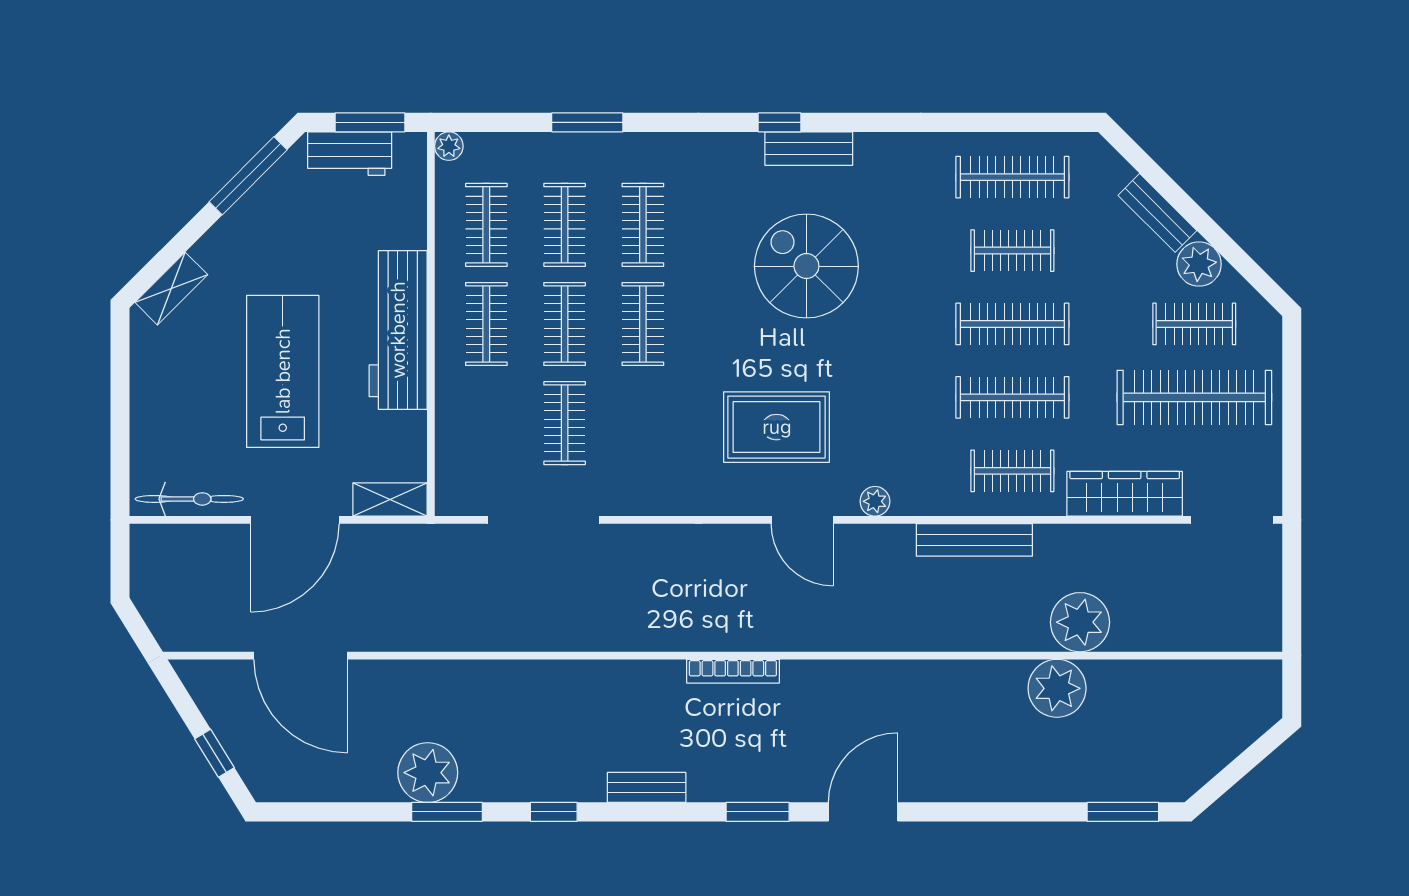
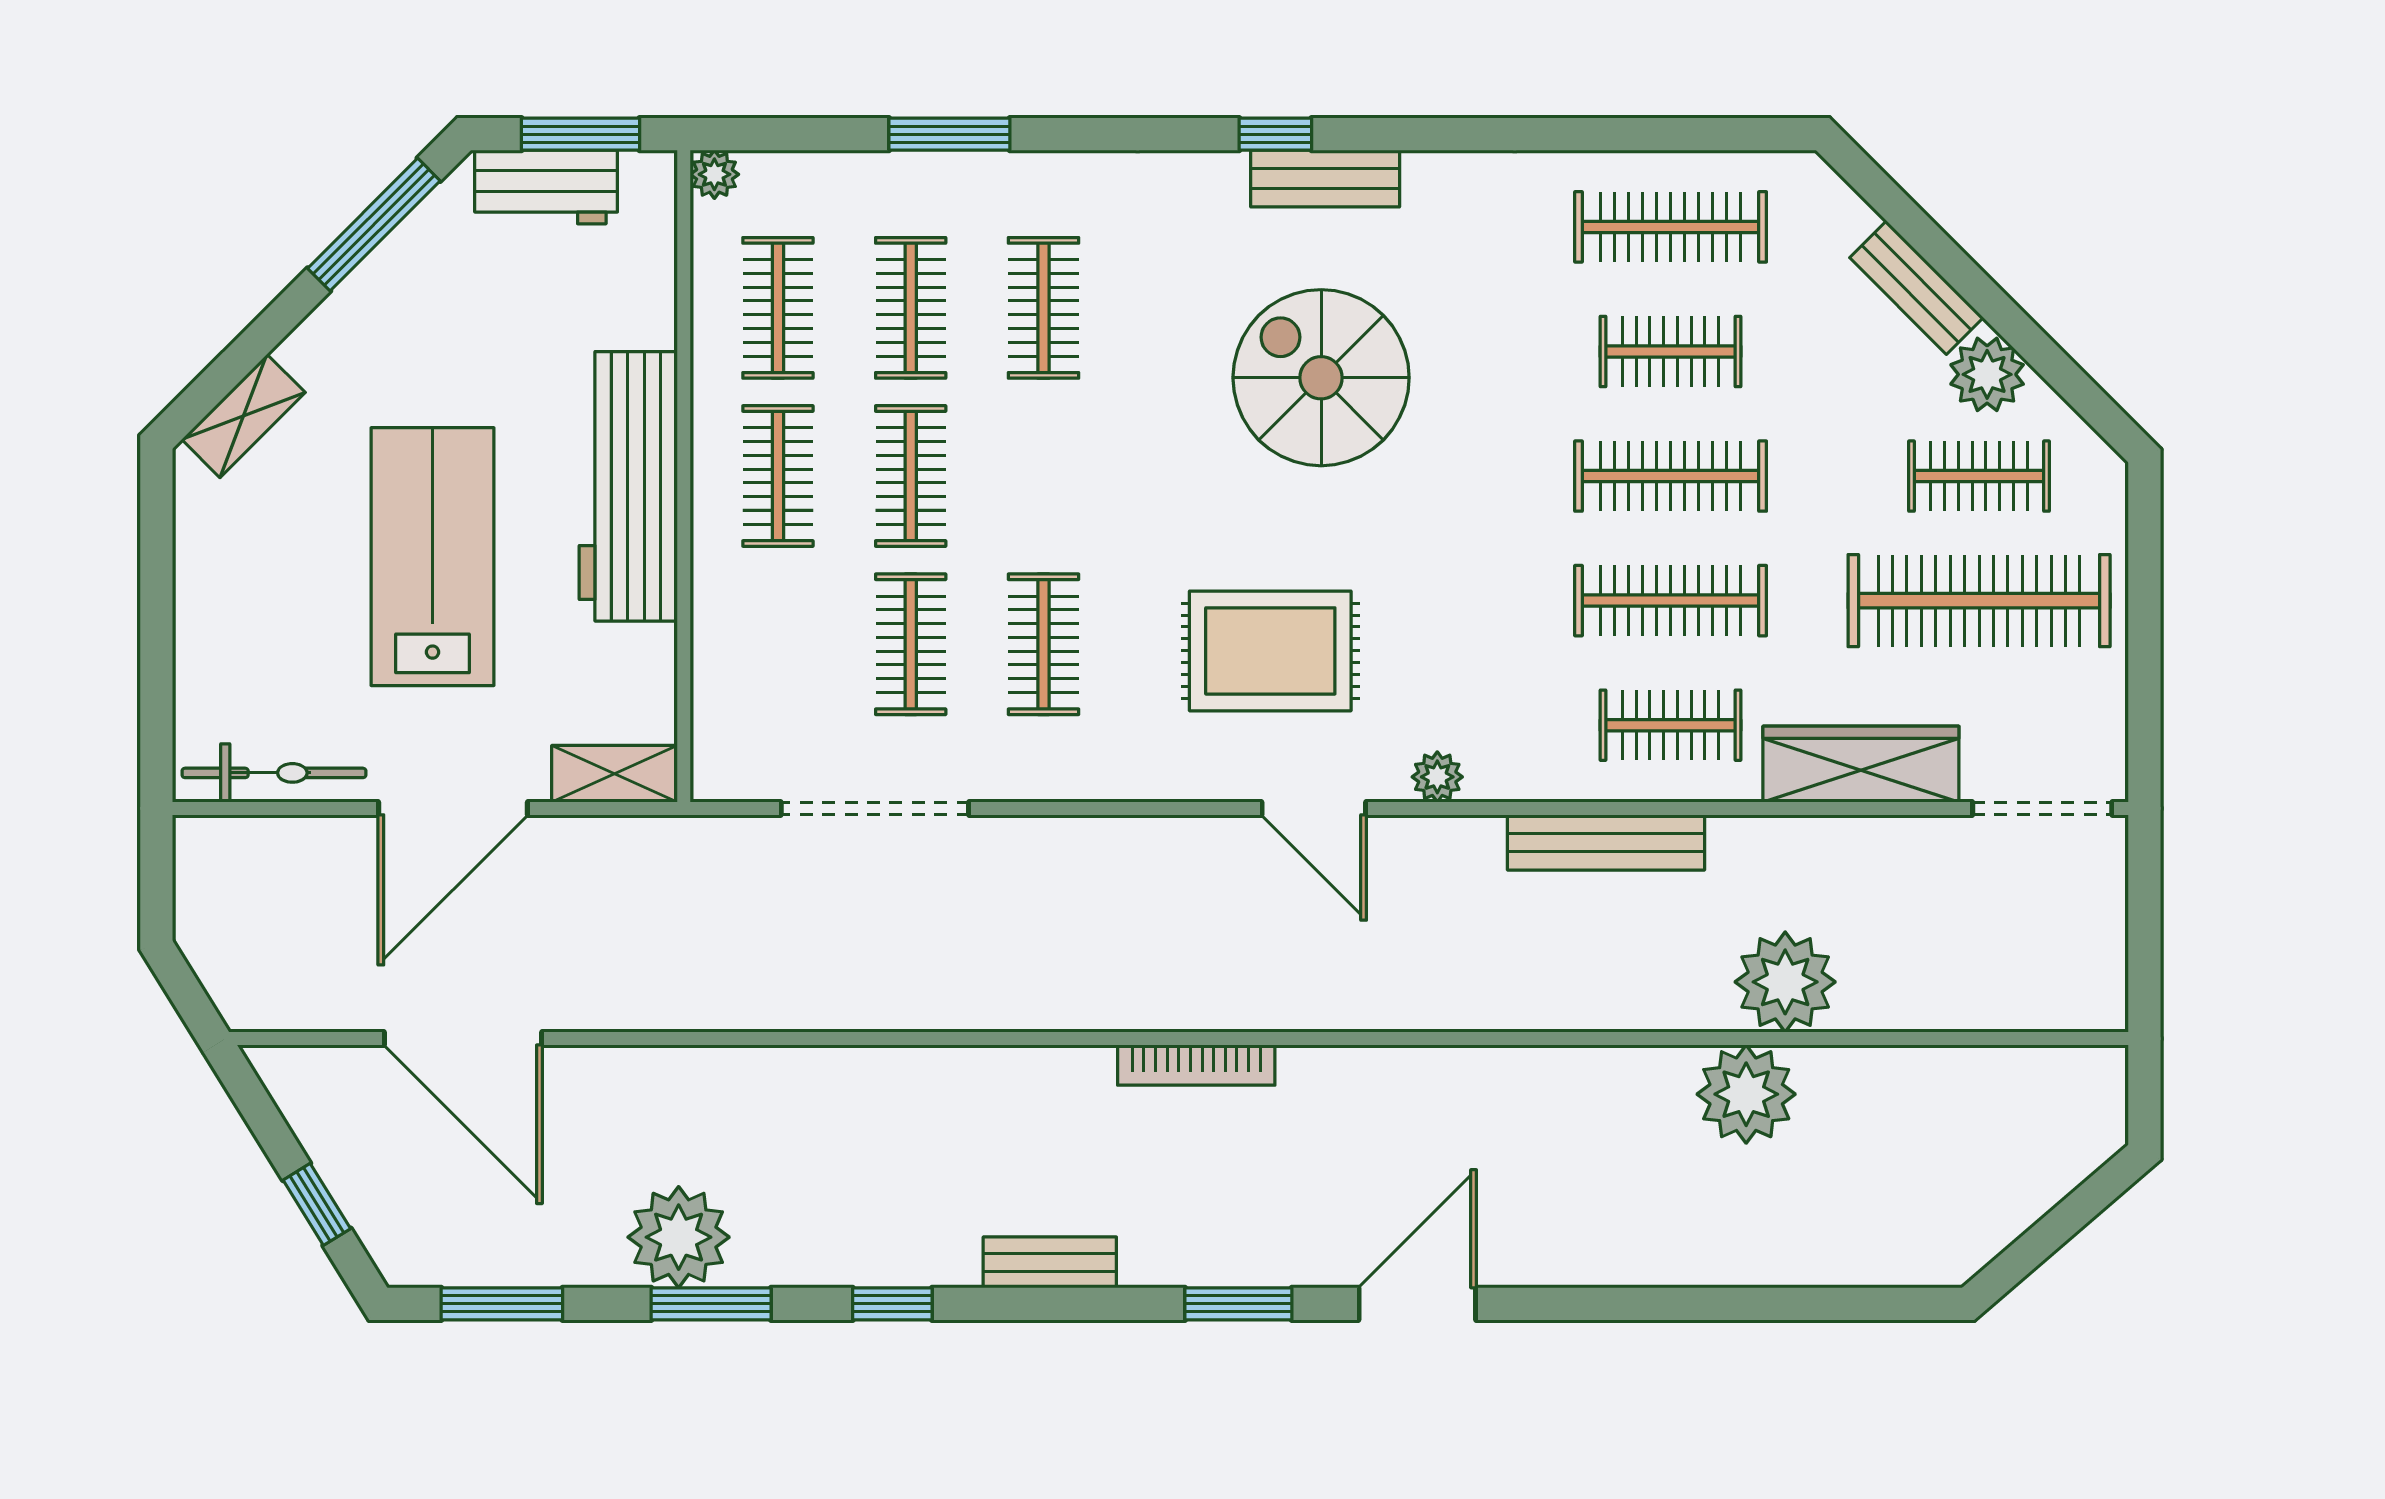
clothes rail: (643, 324) -> (1043, 644), moved
window: (1123, 812) -> (502, 1304), moved

